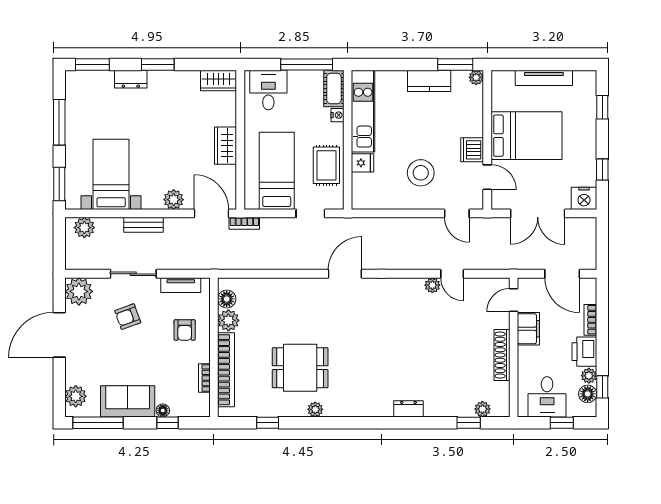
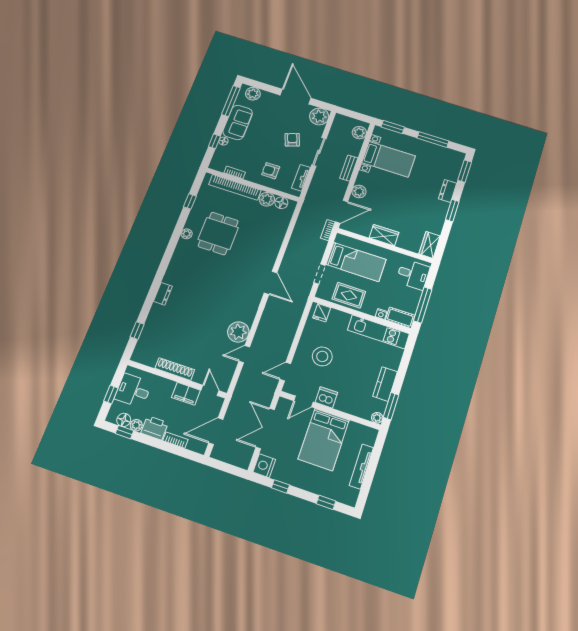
fridge: (363, 163) -> (322, 313), moved
plant: (432, 285) -> (238, 332), width x1.87, depth x1.87
plant: (482, 409) -> (143, 343), removed

